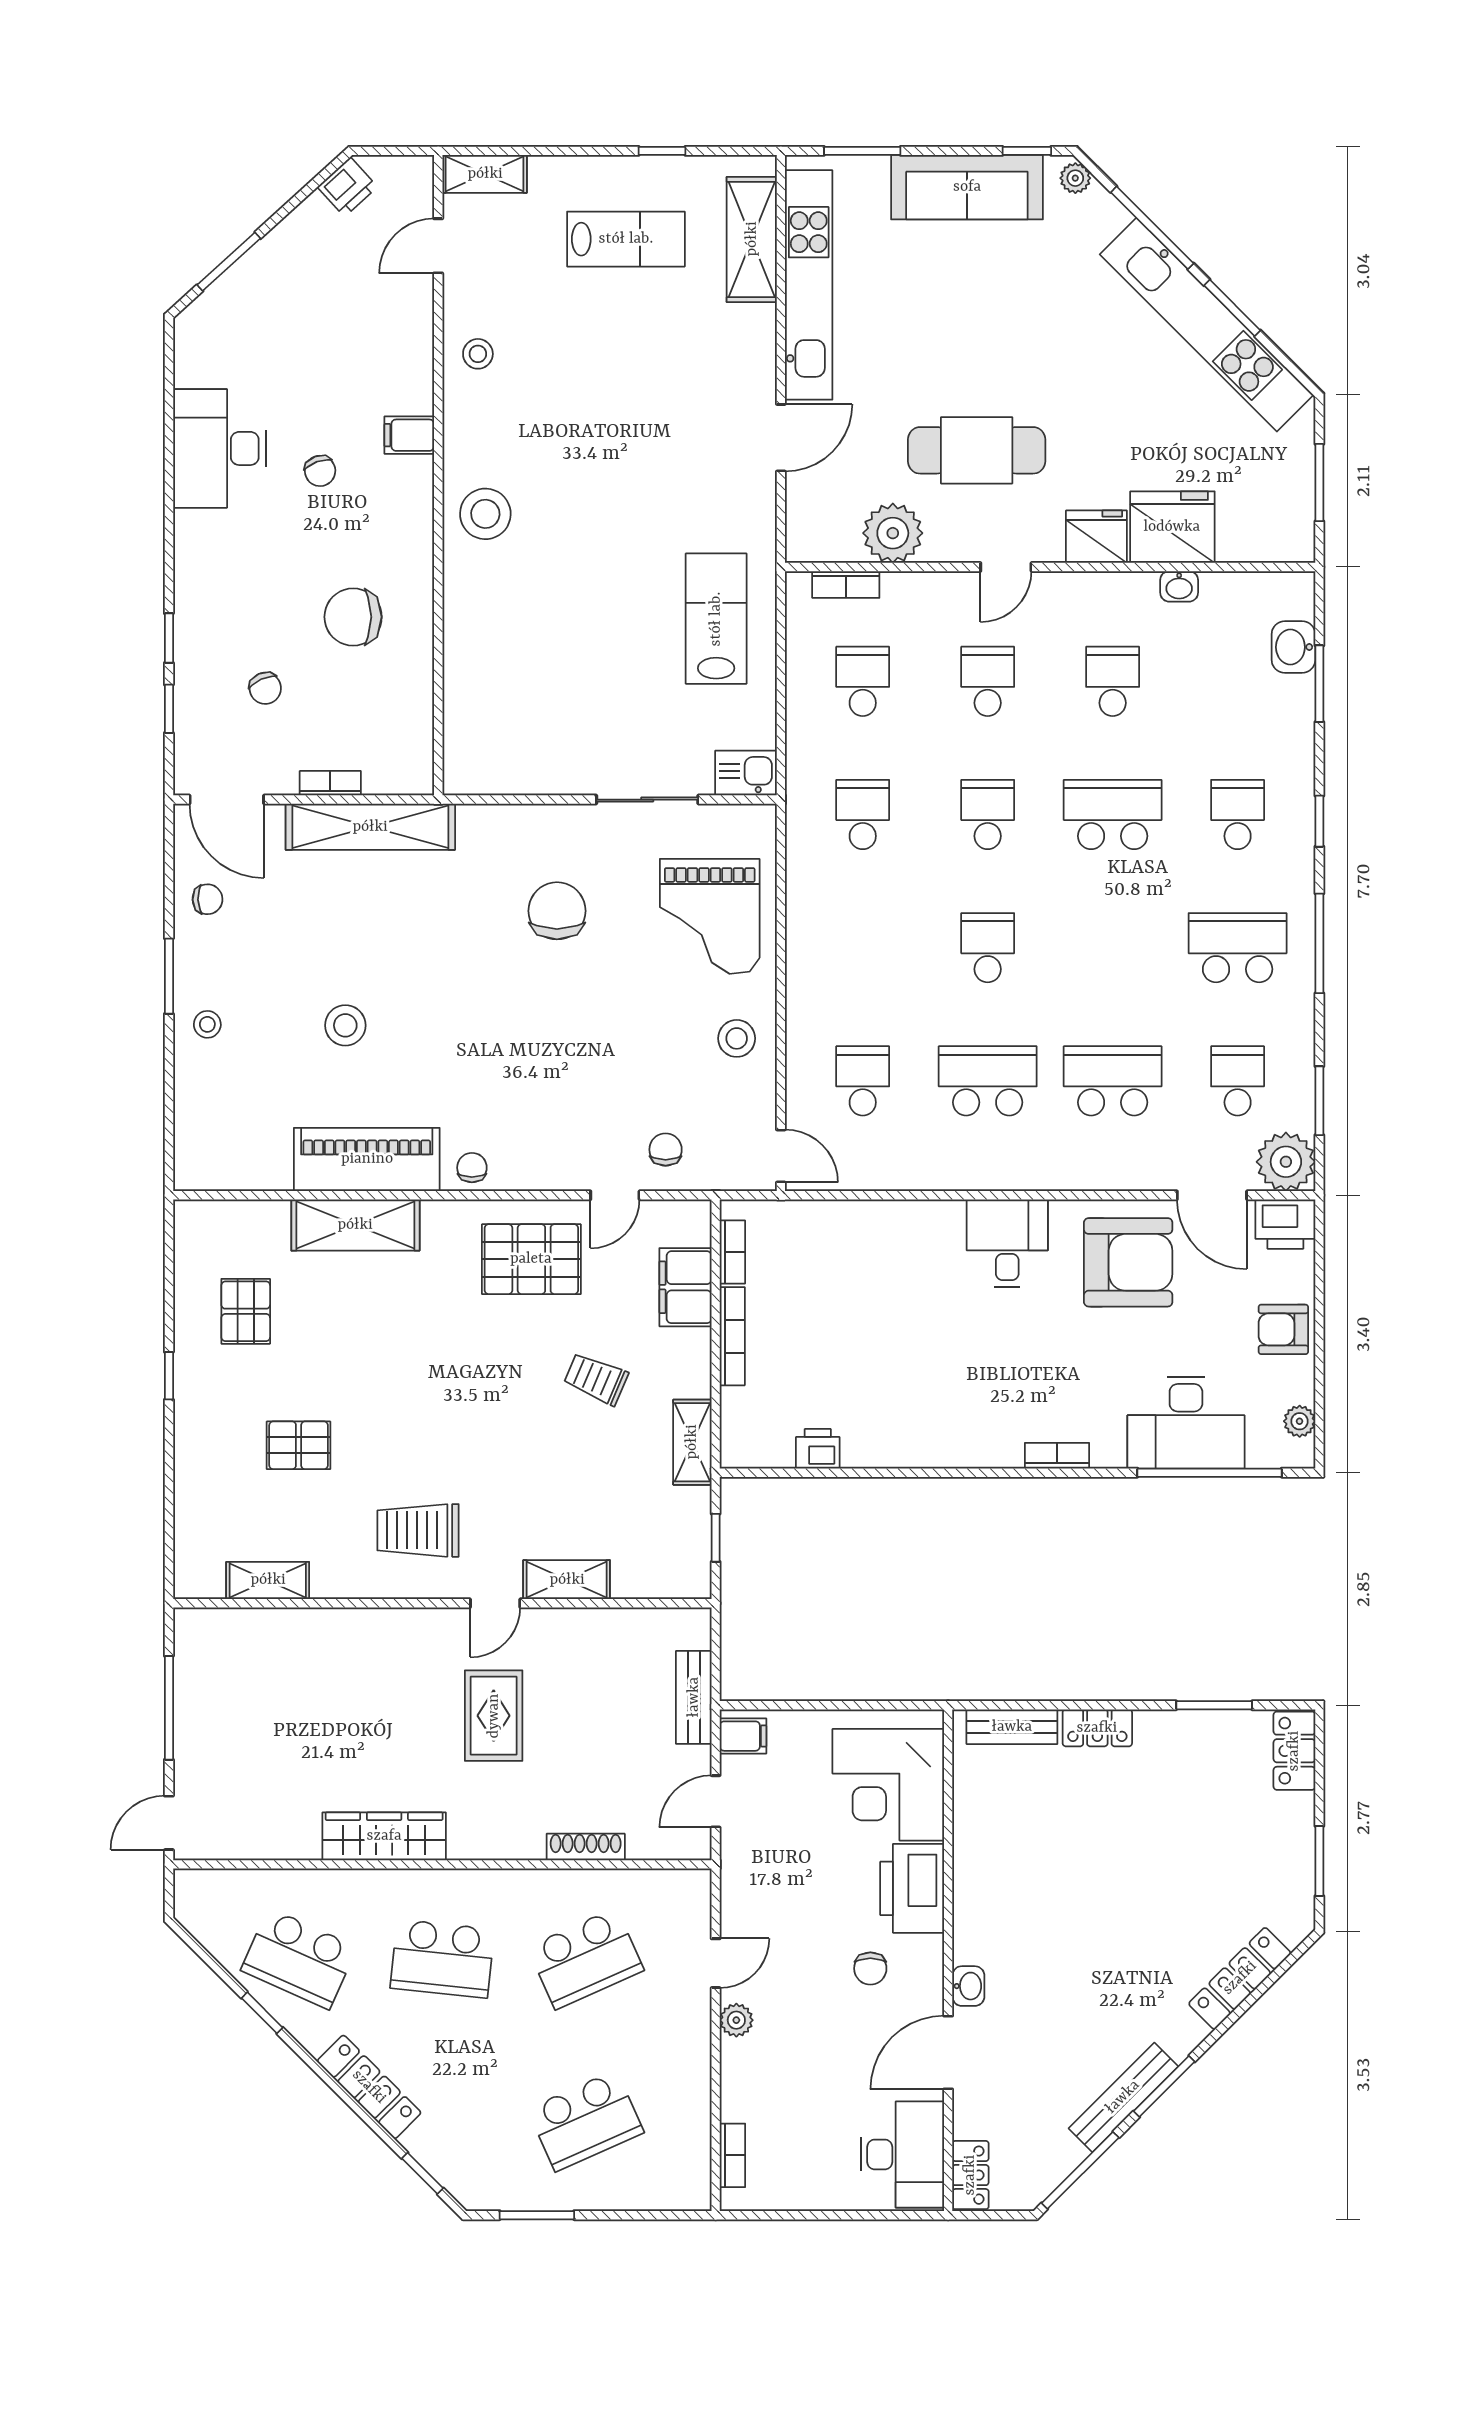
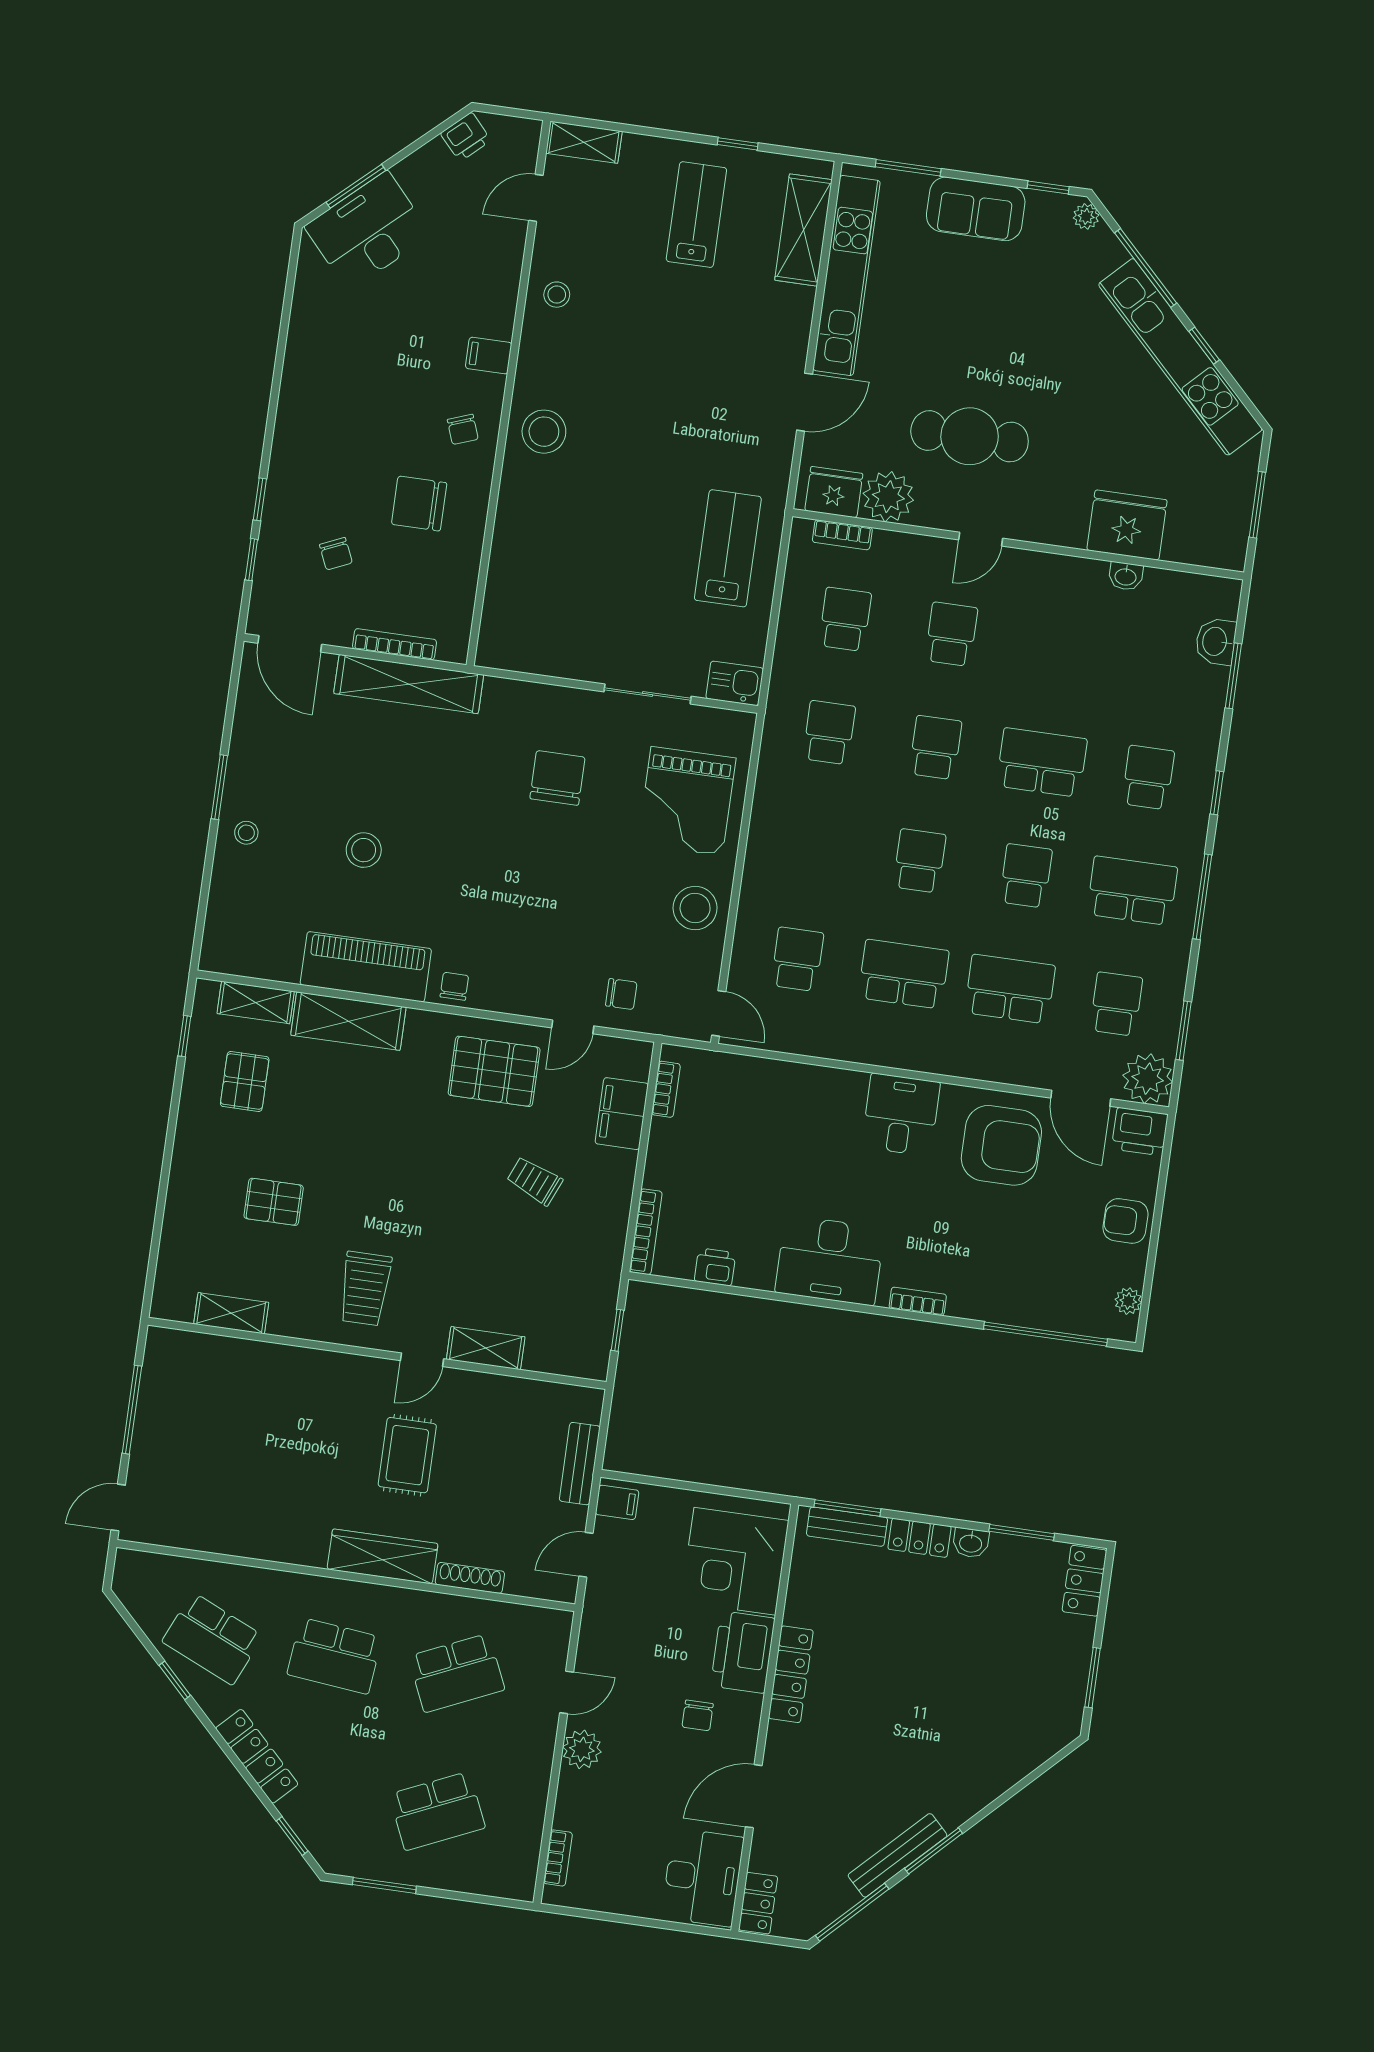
sofa: (967, 187) -> (976, 209), width x0.73
lab bench: (626, 239) -> (696, 215), turned -90
window: (1232, 308) -> (1204, 346), width x0.67
desk: (220, 448) -> (368, 231), moved, turned 48
chair: (320, 471) -> (463, 429), moved
fridge: (1096, 537) -> (834, 492), moved
school desk: (1113, 681) -> (1026, 876), moved
bookcase: (330, 783) -> (395, 644), width x1.56
chair: (207, 899) -> (261, 726), removed
stool: (737, 1038) -> (695, 908), width x1.38, depth x1.38
chair: (666, 1150) -> (621, 994), turned 90
bookcase: (732, 1336) -> (646, 1232), moved
window: (169, 1376) -> (184, 1036), moved
desk: (1186, 1423) -> (830, 1260), moved
shelving: (692, 1442) -> (256, 1002), moved, turned 90
trolley: (418, 1530) -> (365, 1289), turned -90
window: (1009, 1705) -> (847, 1508), added
wardrobe: (384, 1836) -> (382, 1556), moved
locker: (1240, 1978) -> (791, 1674), moved, turned 135
washbasin: (968, 1986) -> (971, 1543), moved, turned 90
plant: (736, 2020) -> (582, 1749), width x1.38, depth x1.38

